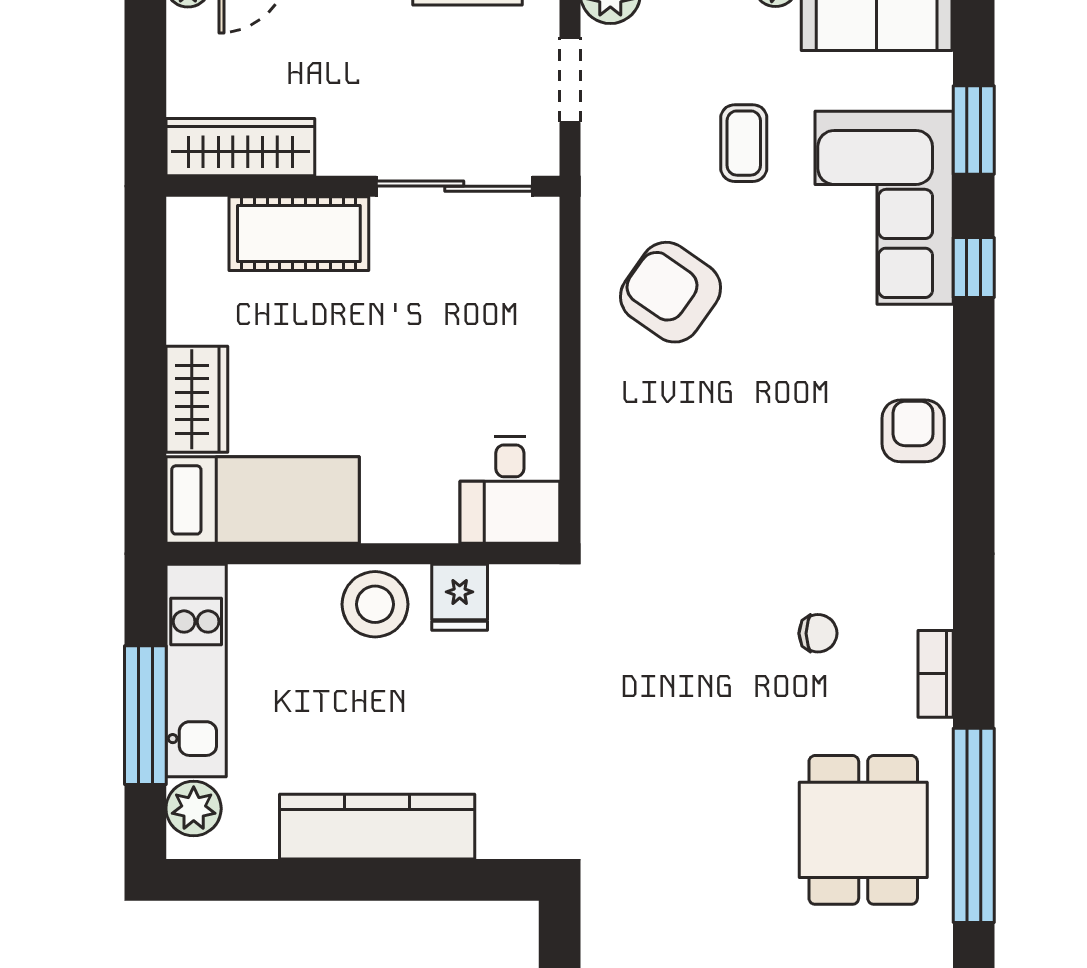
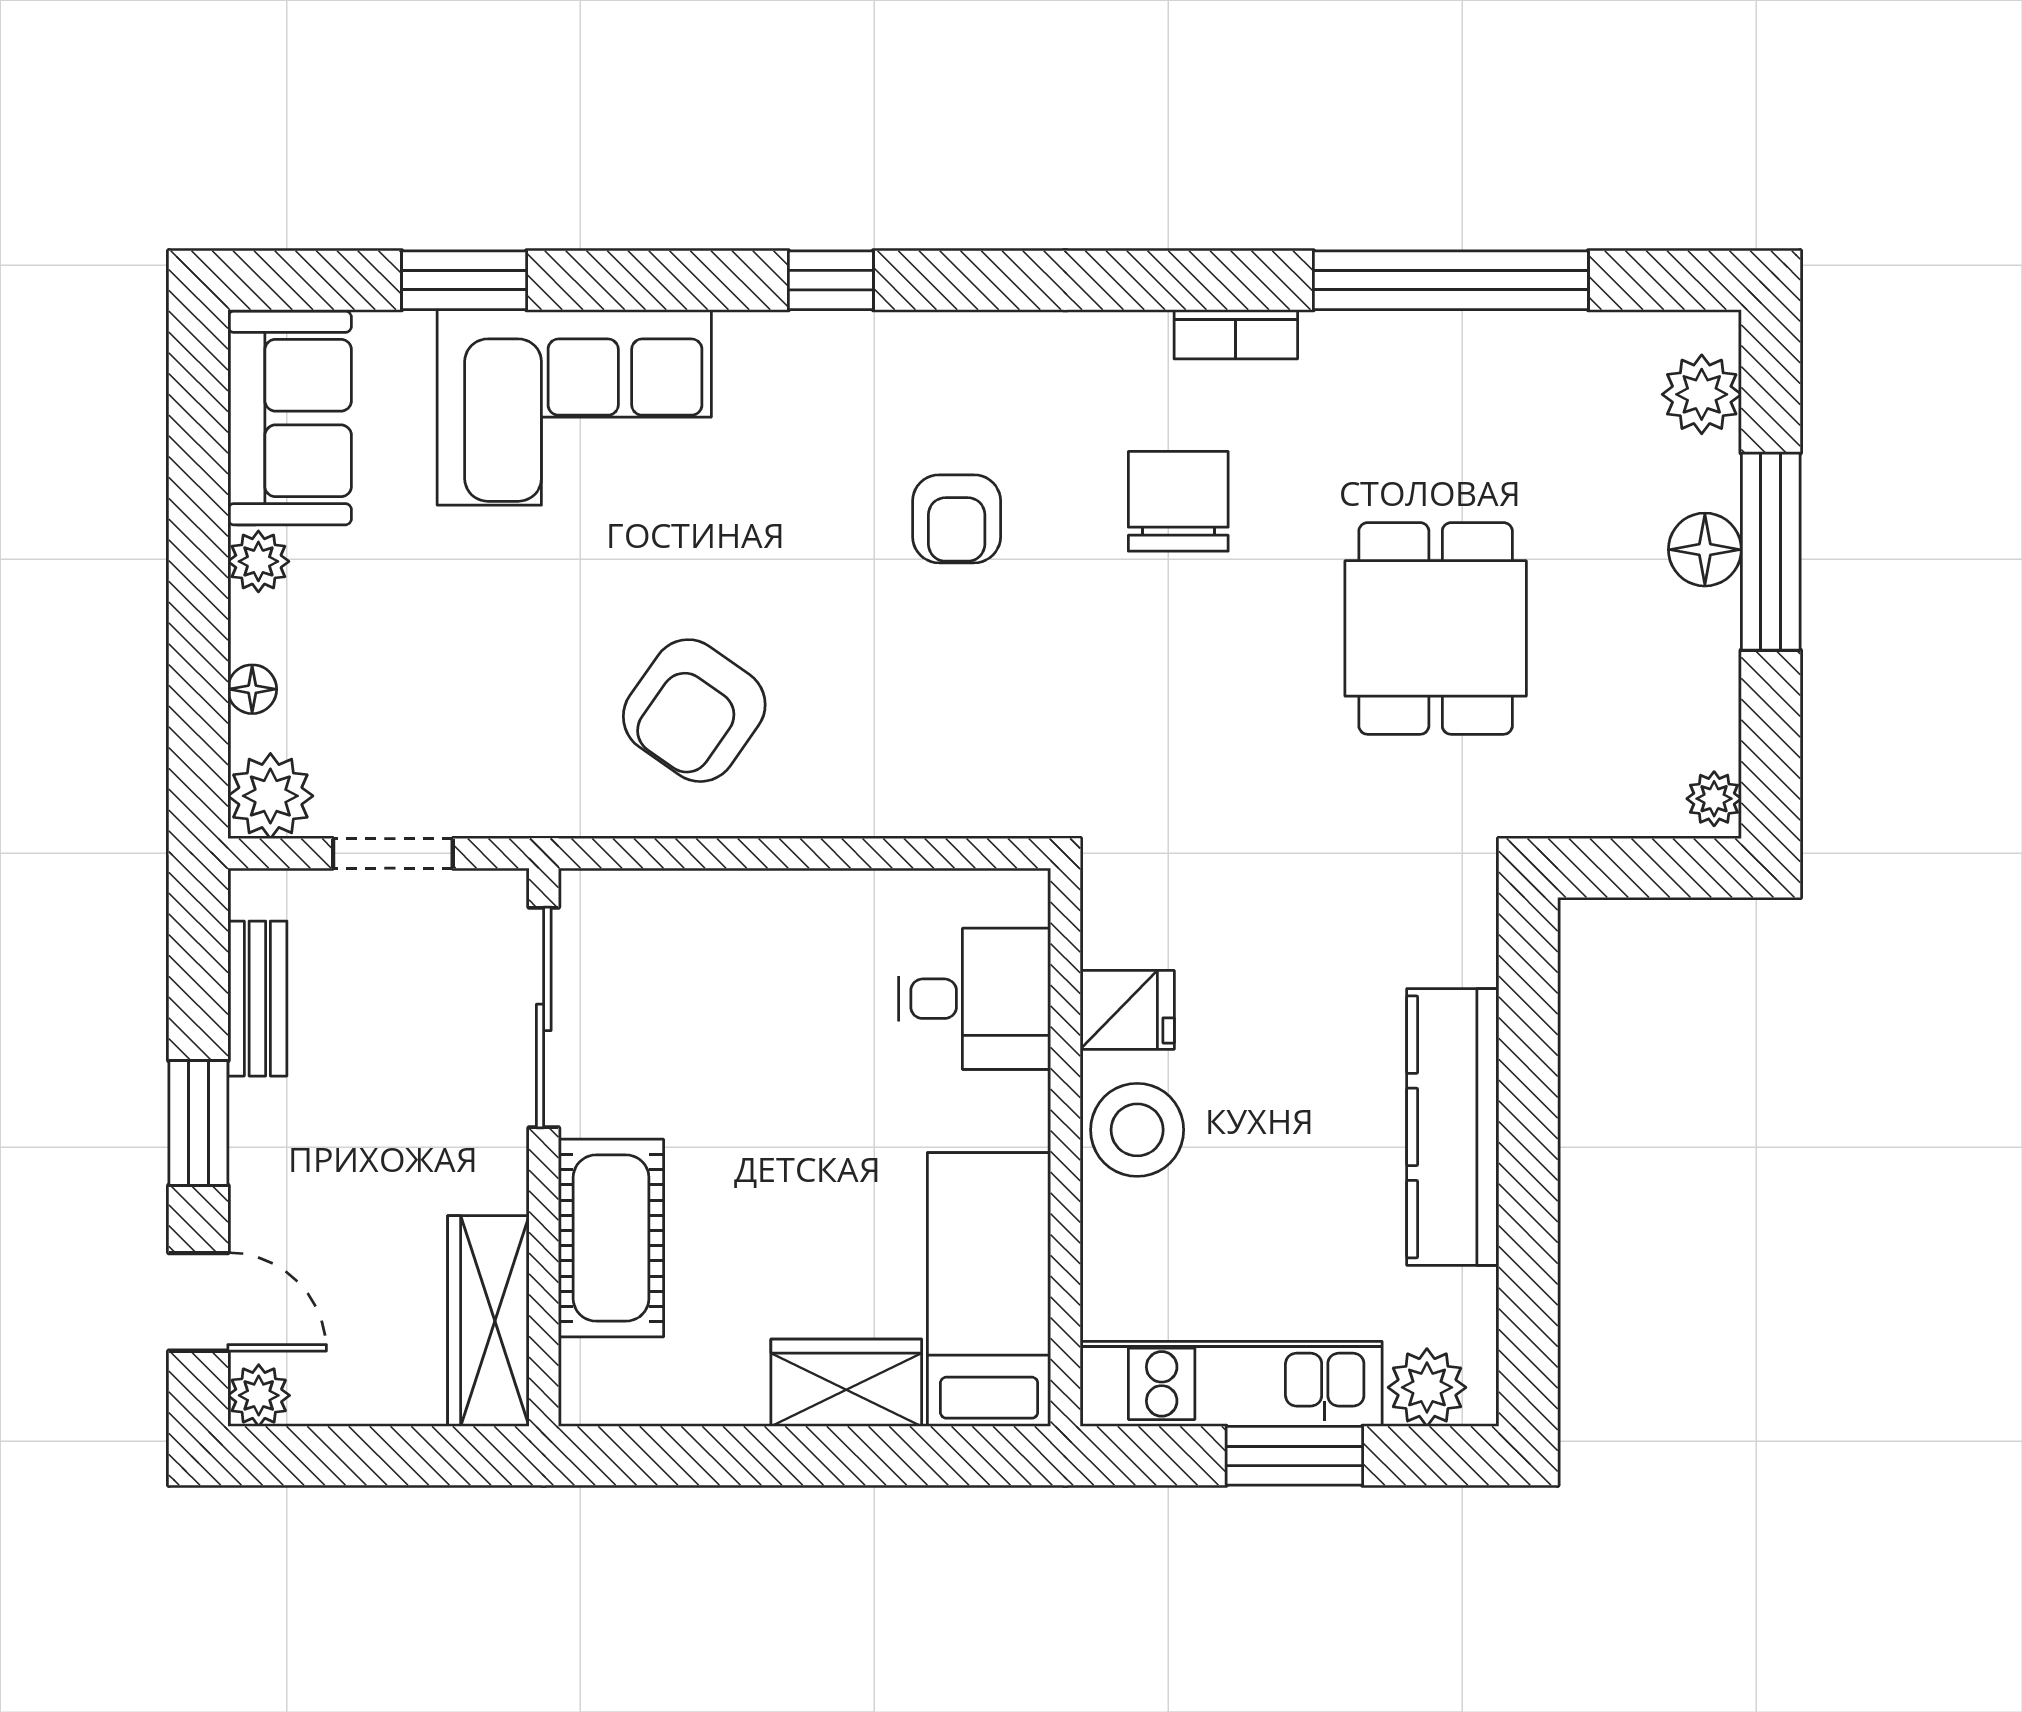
coffee table: (744, 143) -> (483, 607), removed
window: (974, 267) -> (831, 280), moved
armchair: (913, 431) -> (957, 519), moved, turned -90
desk: (510, 490) -> (975, 999), moved
chair: (818, 633) -> (1178, 501), width x1.87, depth x1.87
window: (145, 715) -> (1294, 1456), width x0.69
dining table: (863, 830) -> (1436, 628), moved, turned 90

